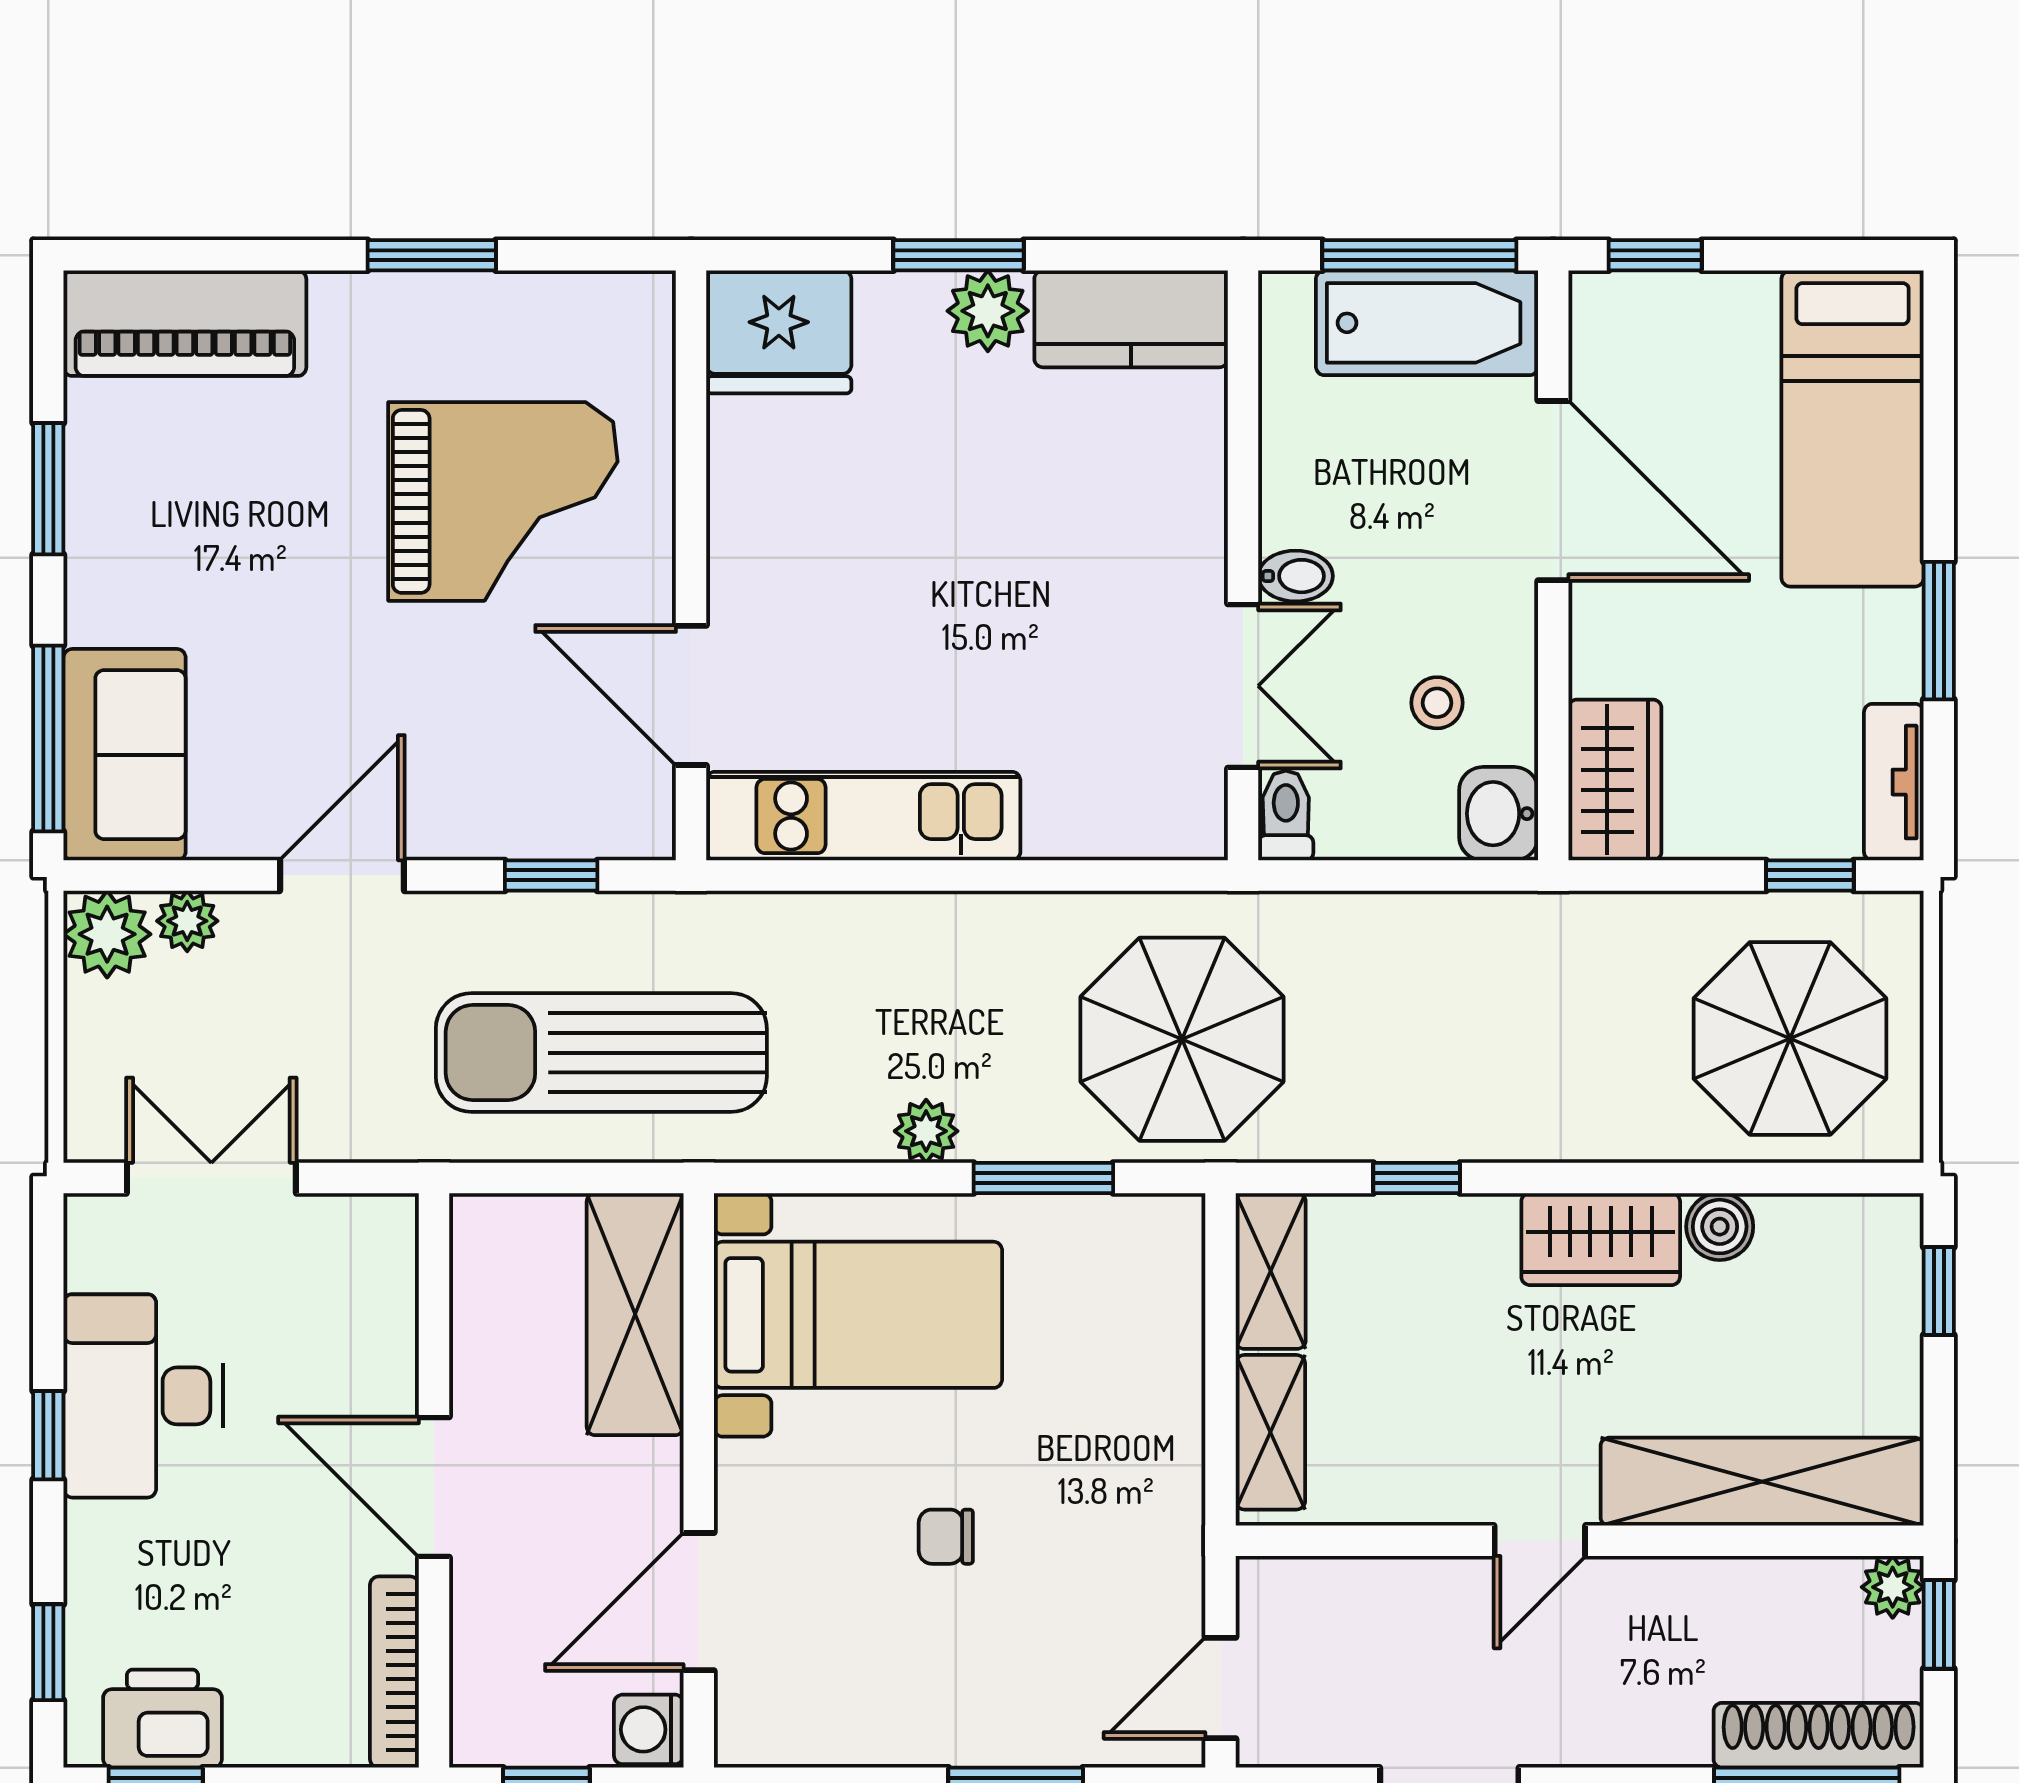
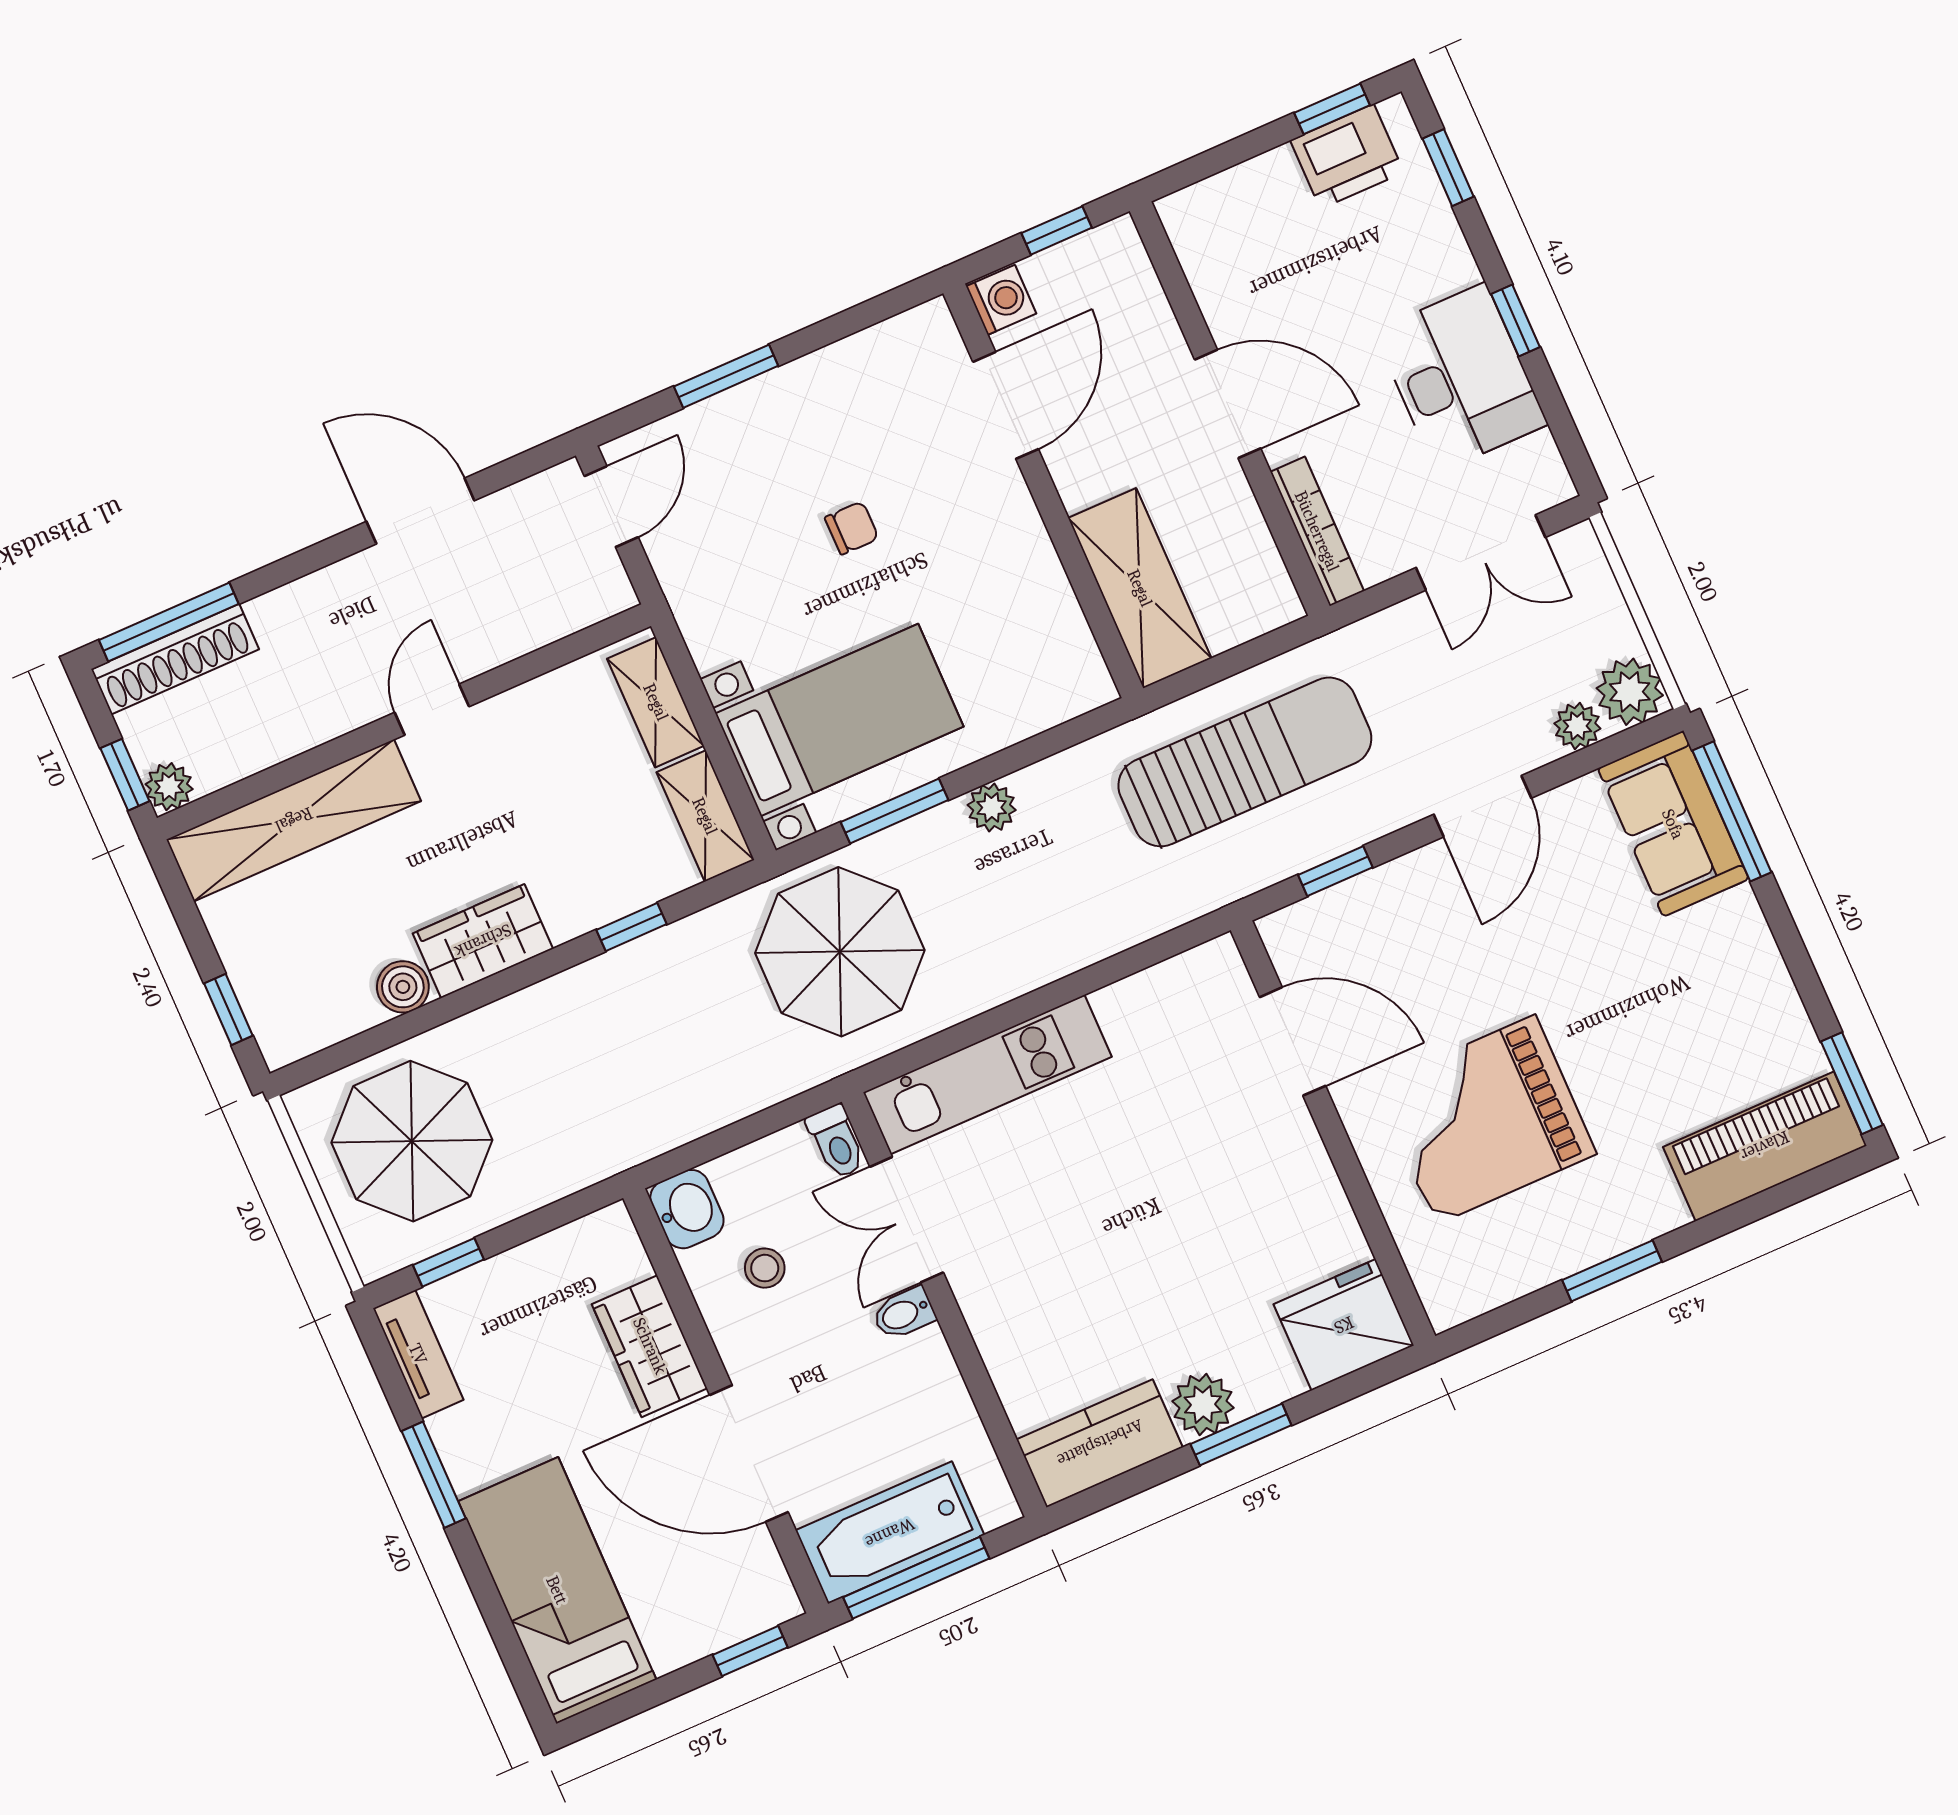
window: (48, 489) -> (1852, 1083), moved
wardrobe: (1615, 780) -> (650, 1346), moved
kitchen unit: (863, 816) -> (987, 1075), moved
bed with nightstands: (858, 1315) -> (839, 720), moved, turned 180
bookcase: (394, 1672) -> (1317, 531), moved

